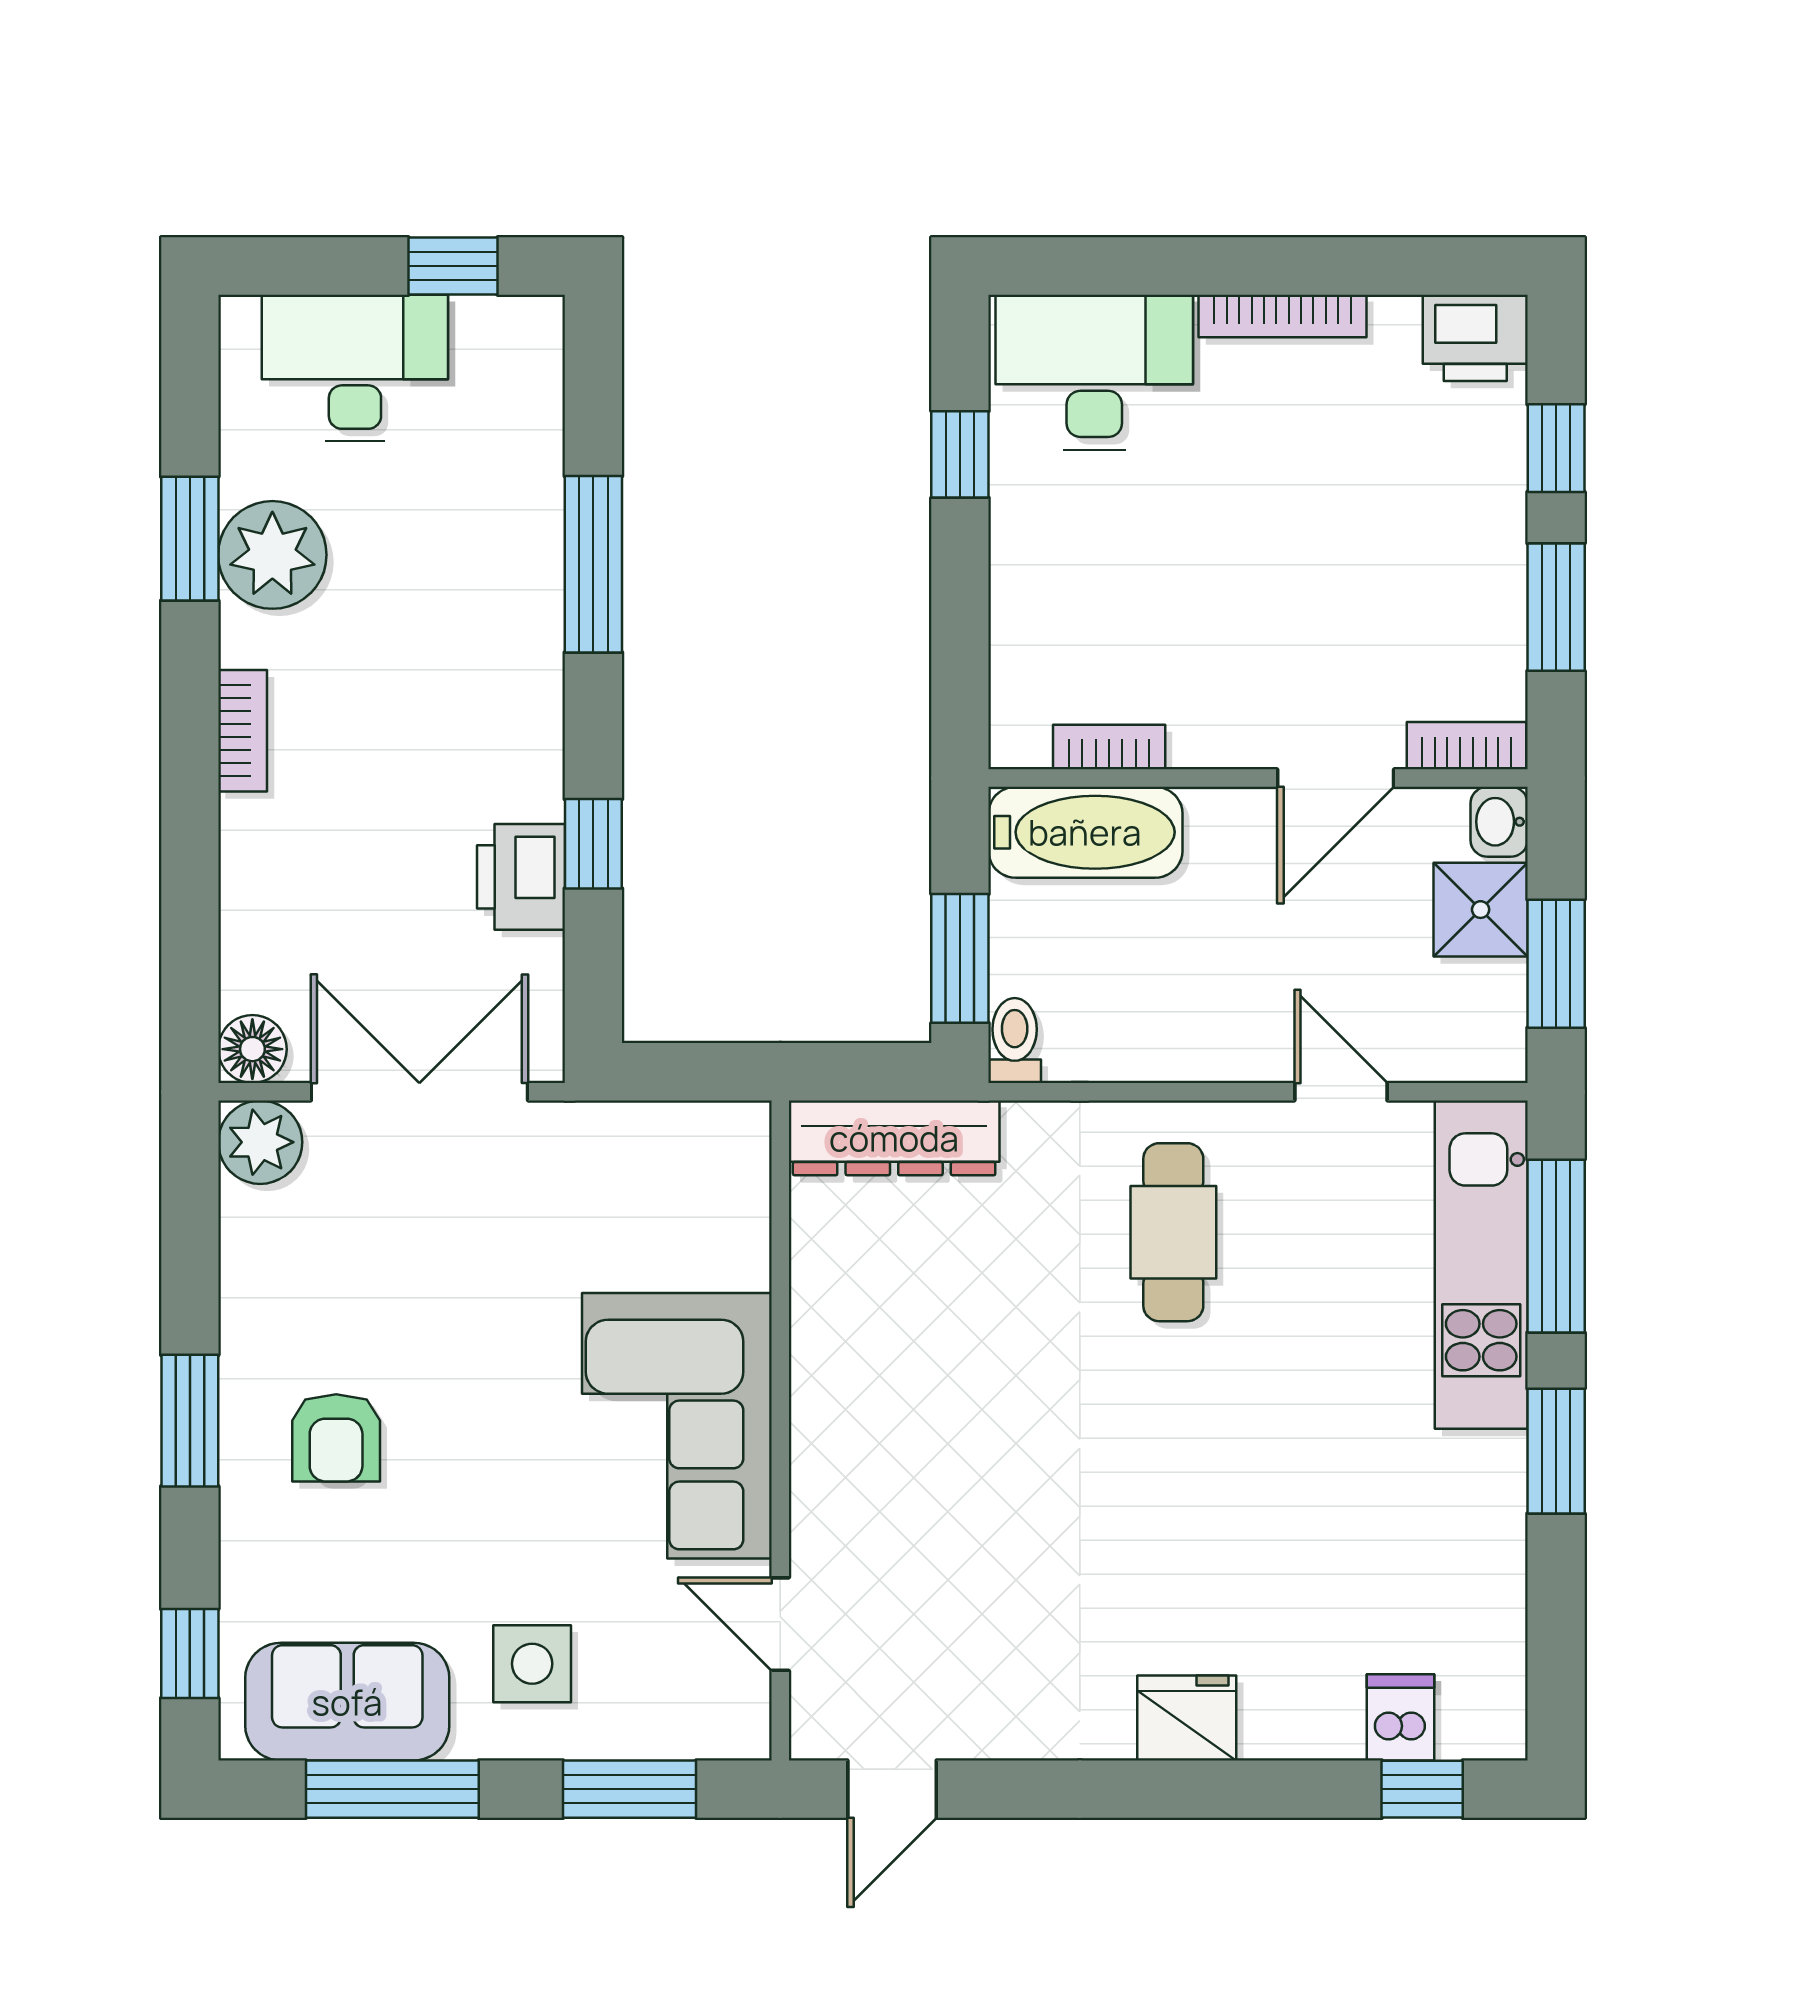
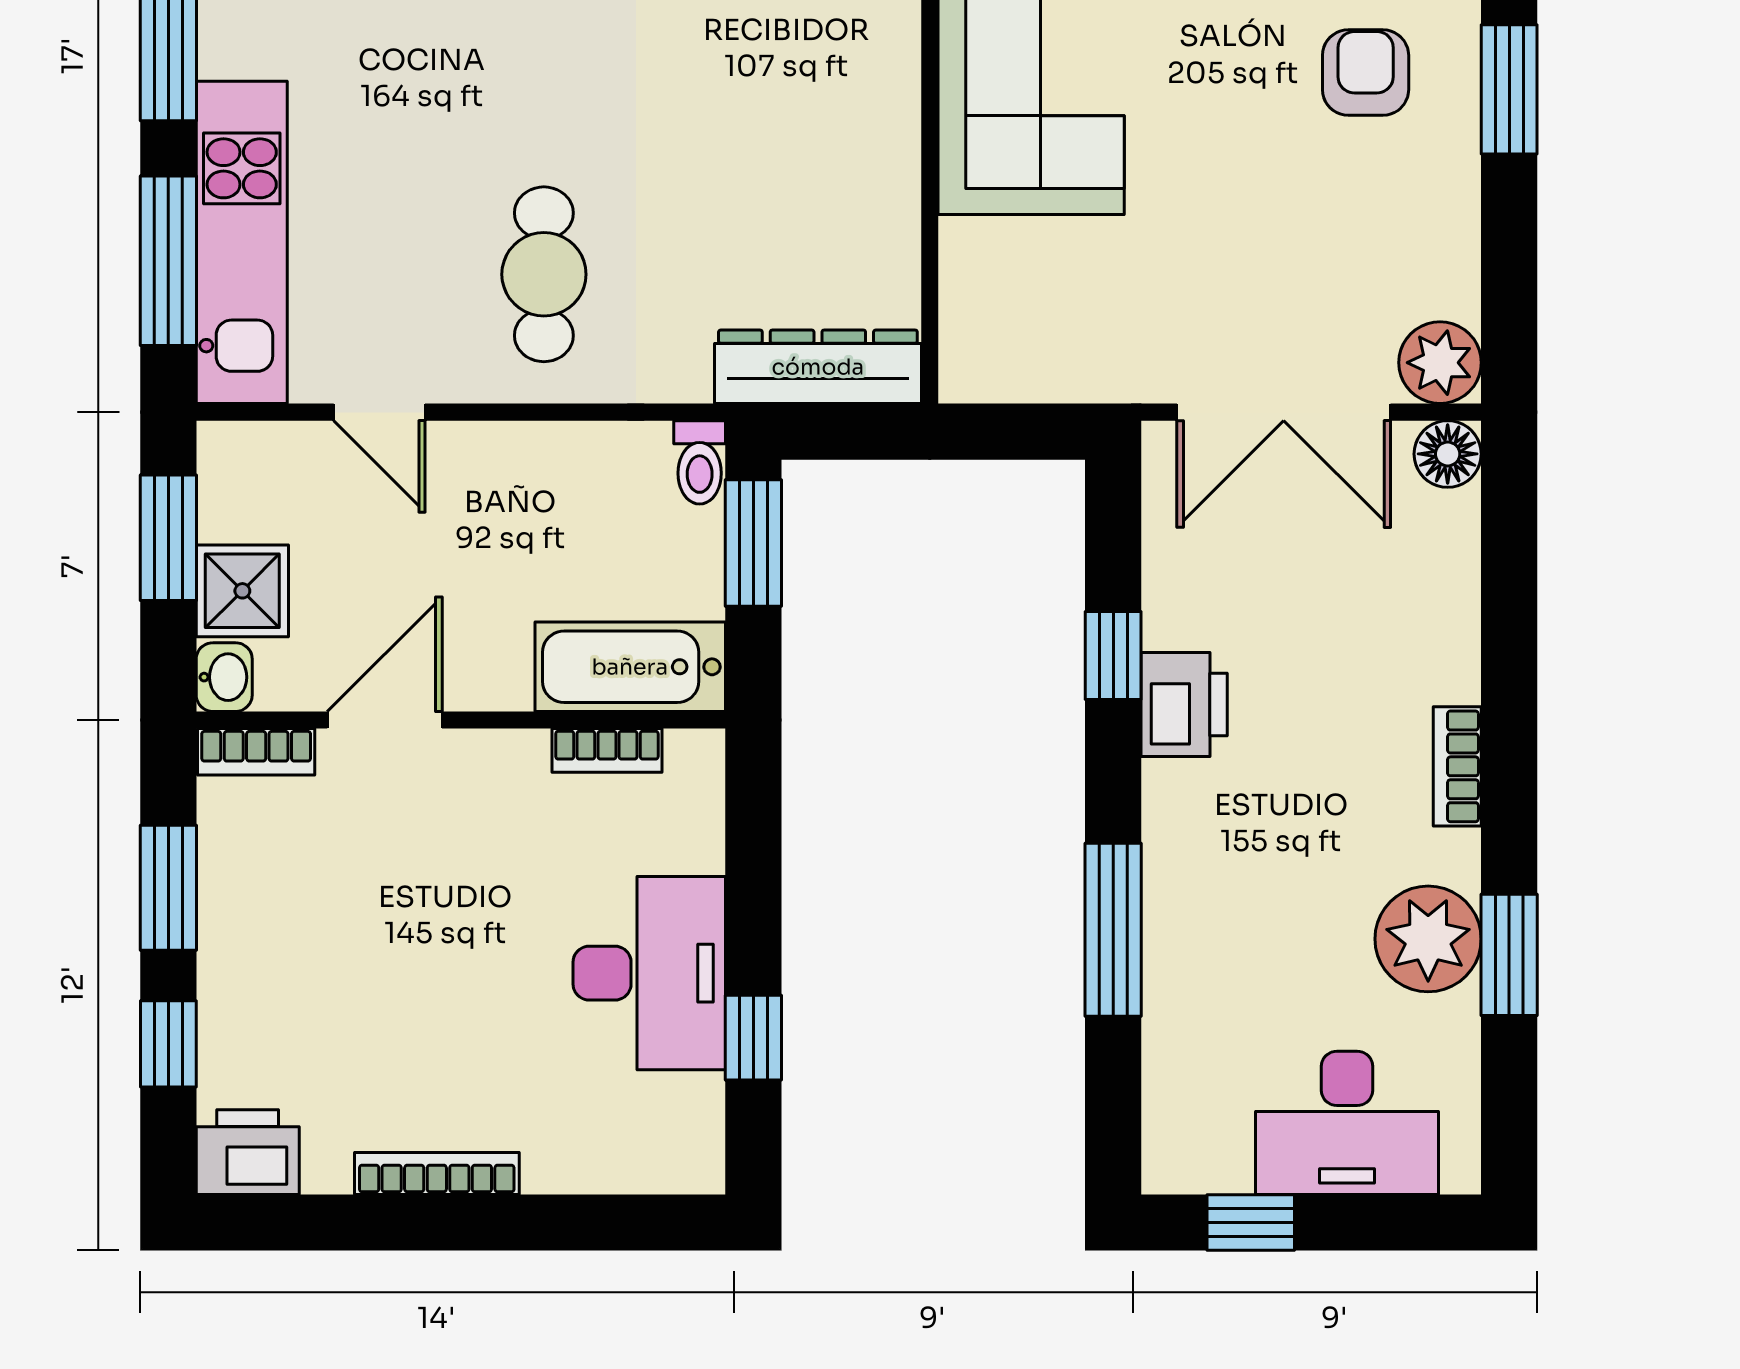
desk: (1094, 372) -> (649, 973), moved, turned -90
printer: (521, 877) -> (1184, 704), moved

